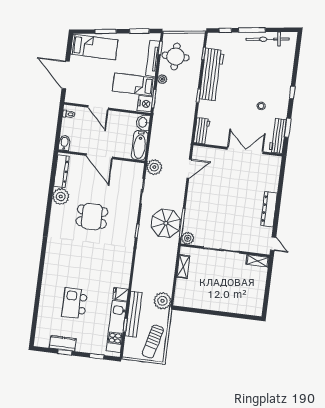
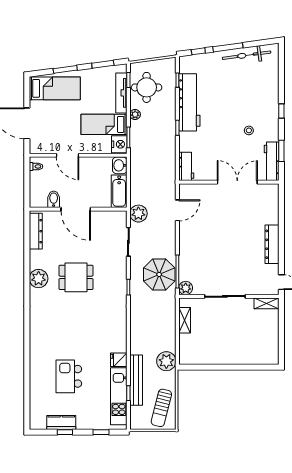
bidet: (64, 143) -> (54, 199), moved
plant: (61, 196) -> (39, 279), moved

